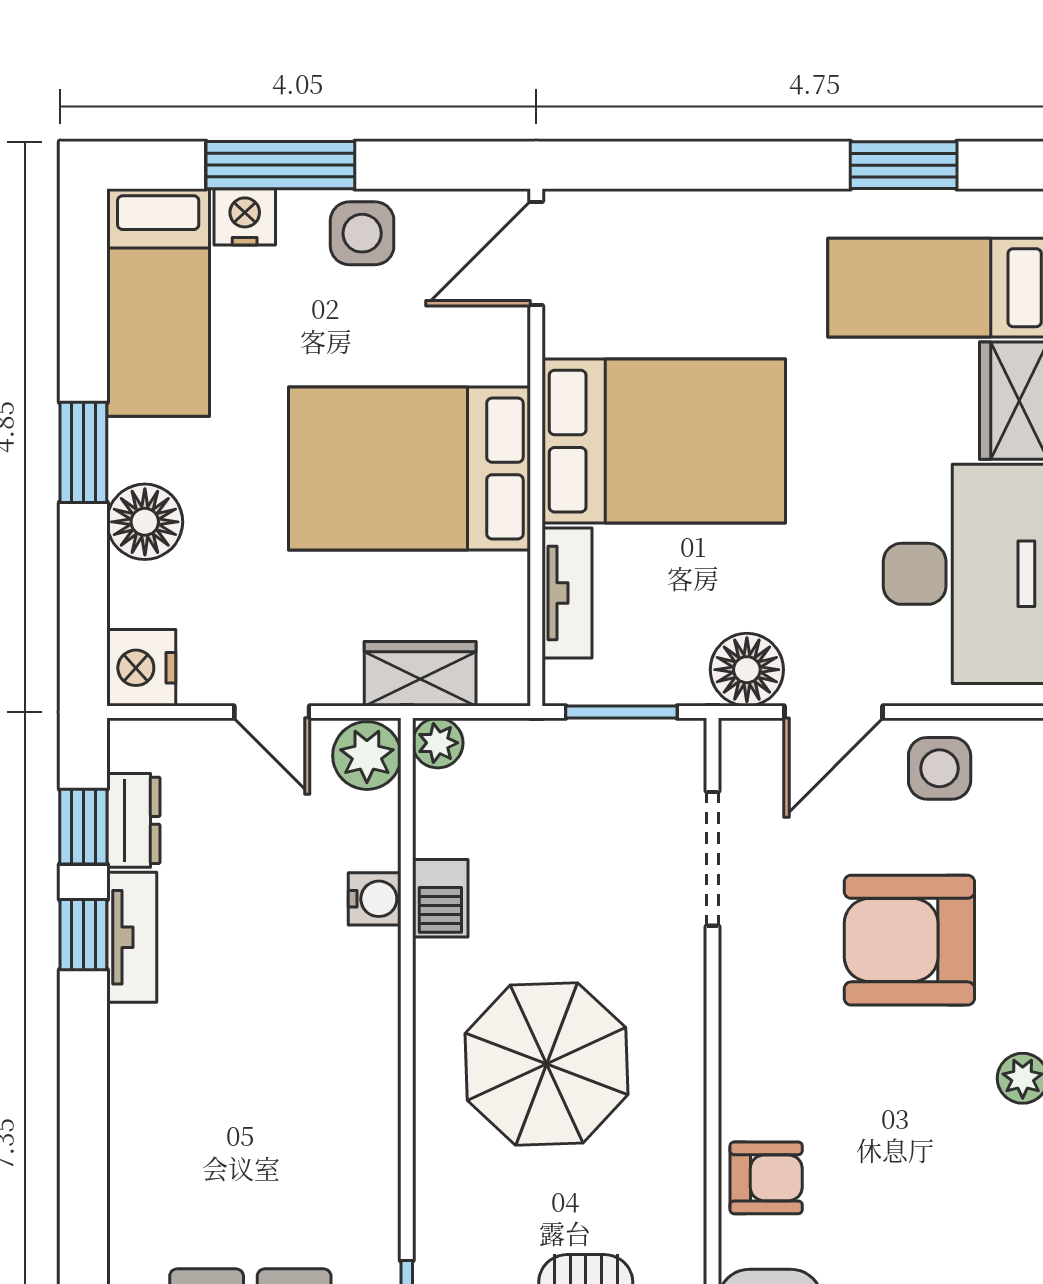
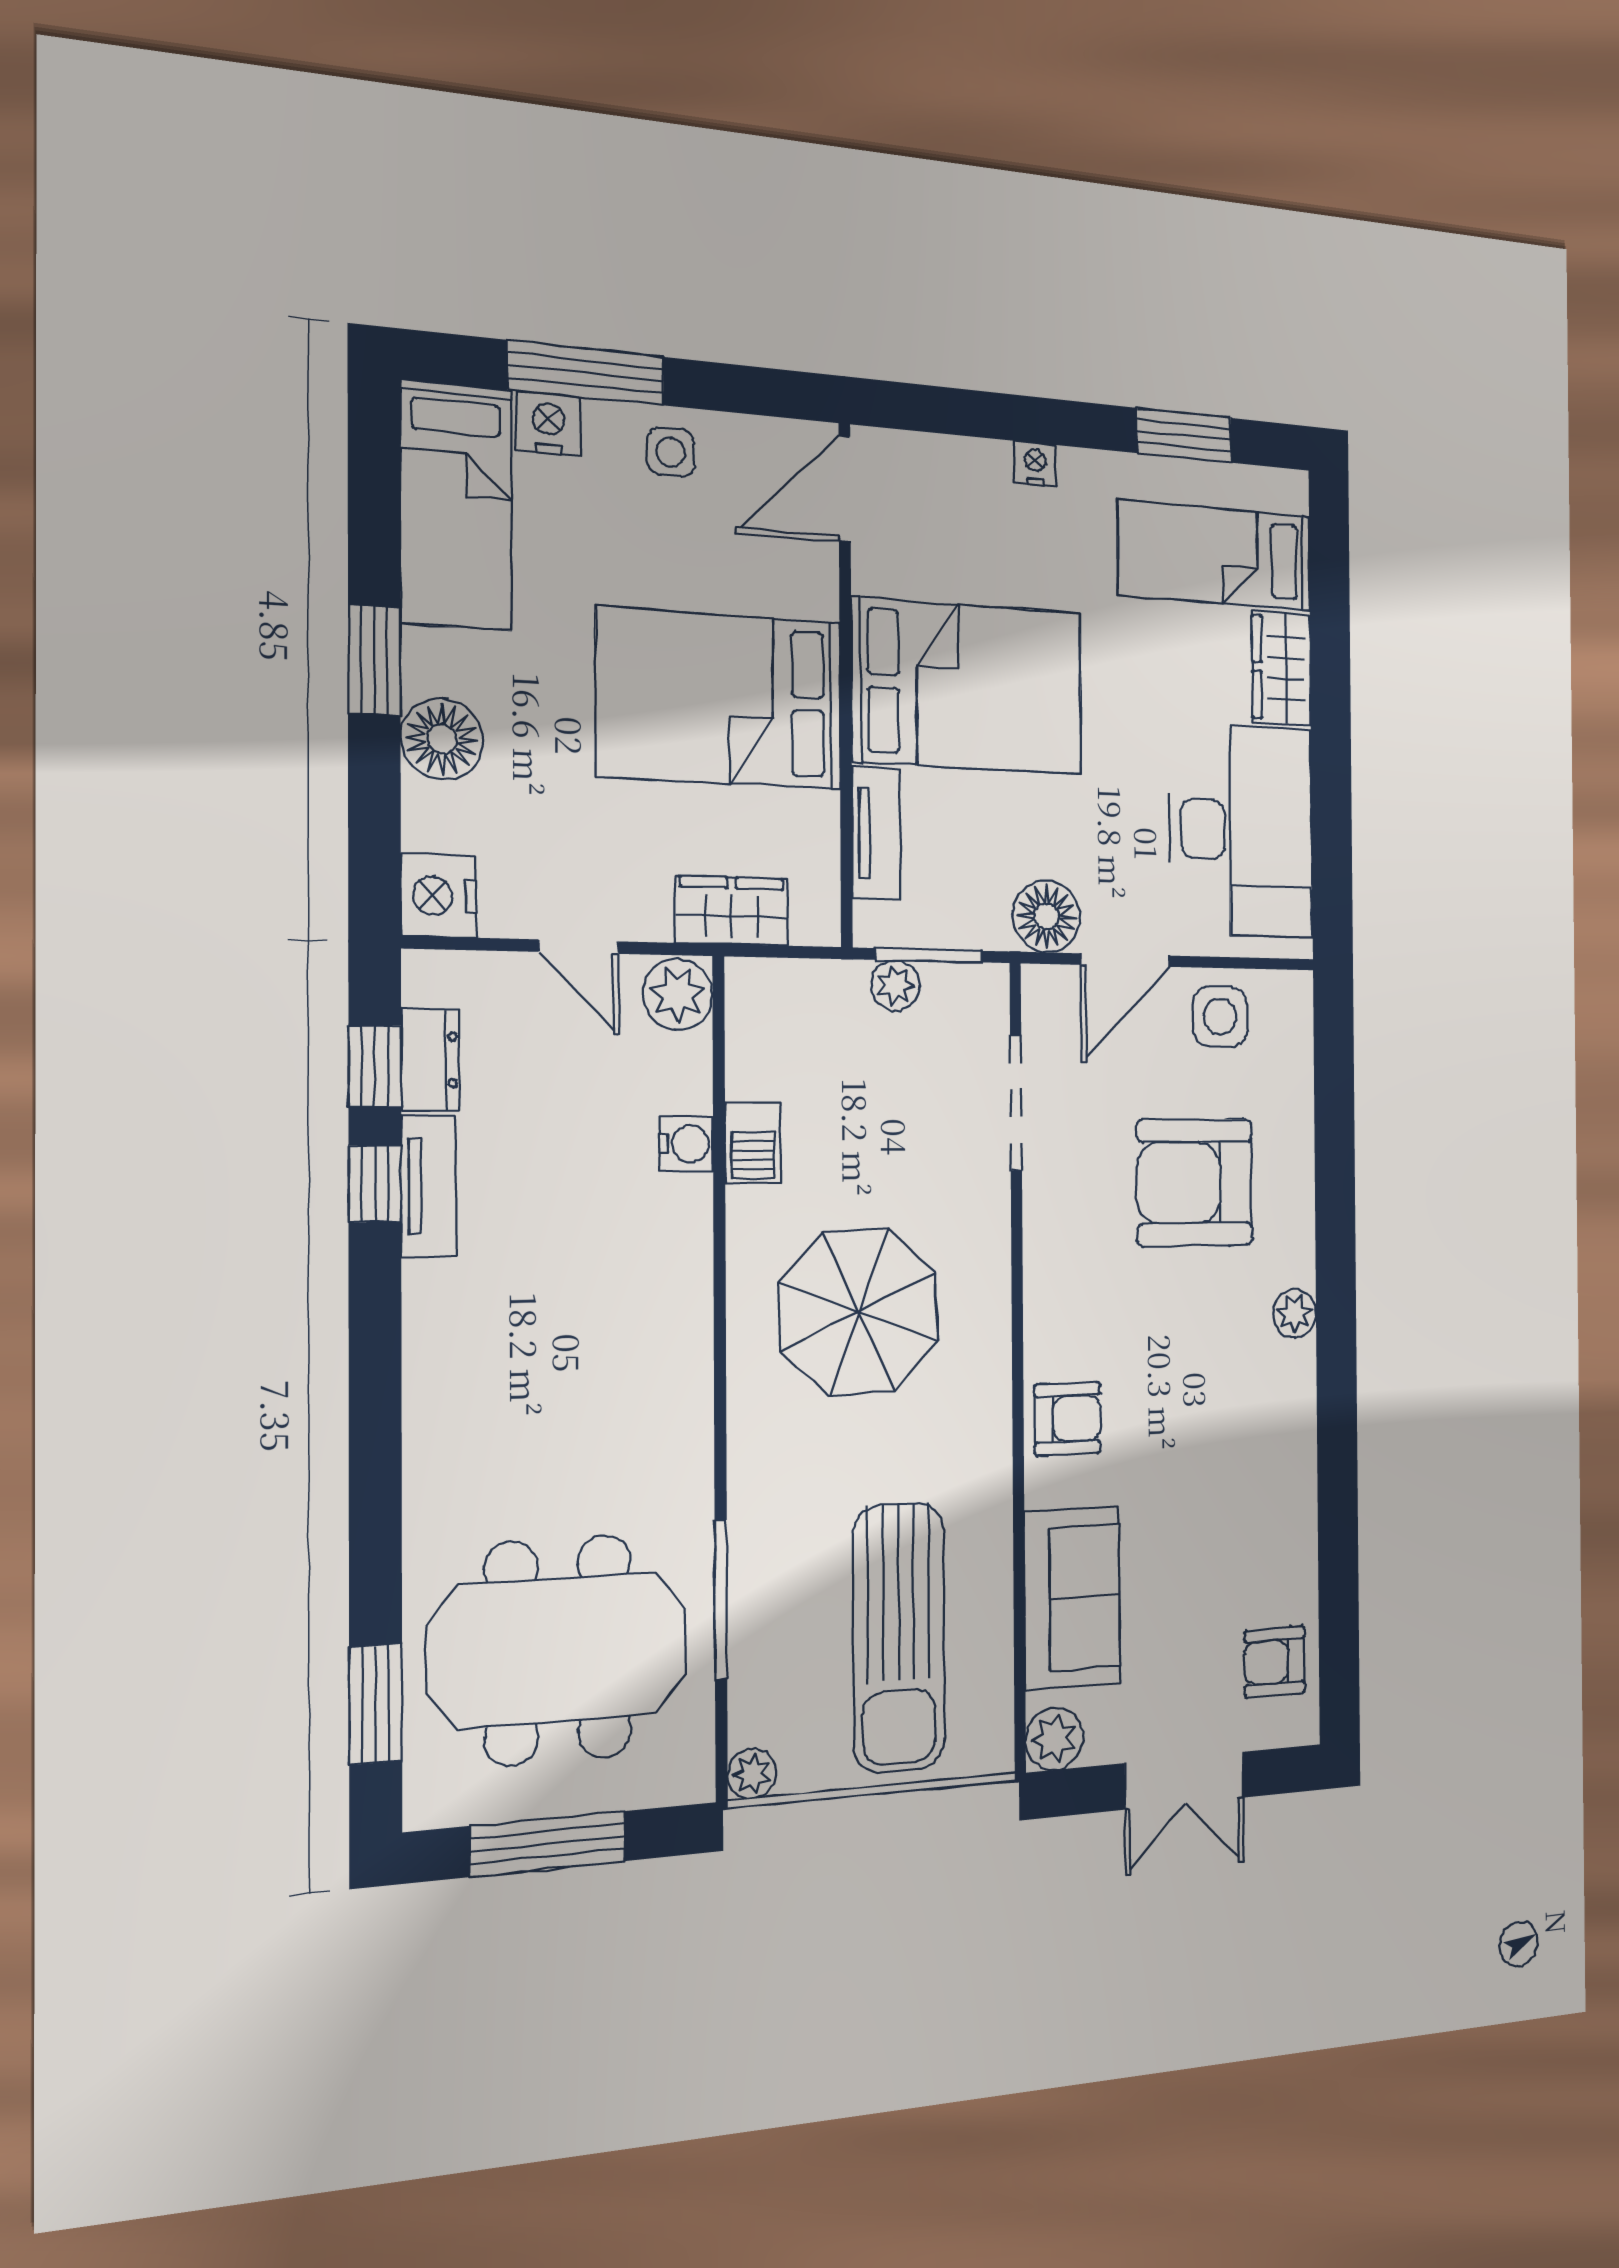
nightstand: (738, 210) -> (1035, 464), added
side table: (362, 233) -> (671, 452), width x0.73, depth x0.73
plant: (438, 743) -> (895, 986), moved

